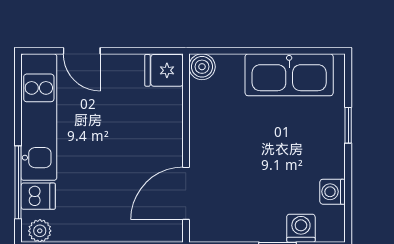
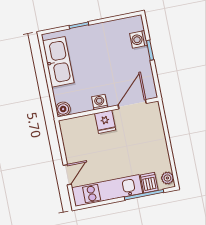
fridge: (164, 70) -> (105, 122), moved
washing machine: (333, 192) -> (100, 102), moved, turned 180
door: (186, 193) -> (132, 104), swing flipped

